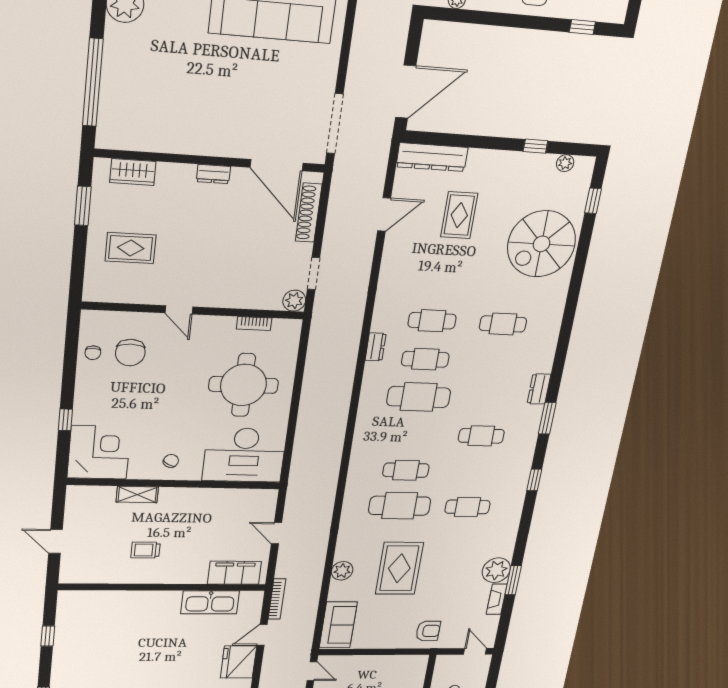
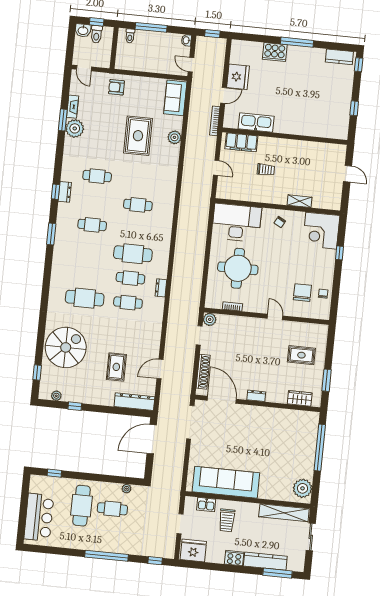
cafe table: (503, 324) -> (85, 298), width x1.37, depth x1.35
dresser: (539, 389) -> (65, 192), moved
cafe table: (400, 506) -> (140, 181), removed
trolley: (146, 550) -> (266, 170), moved

